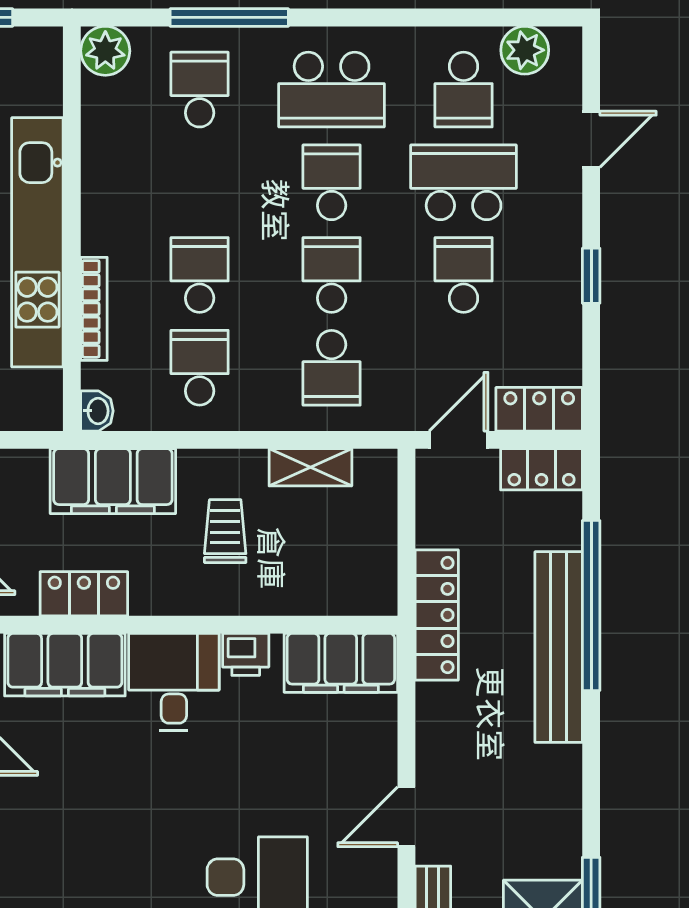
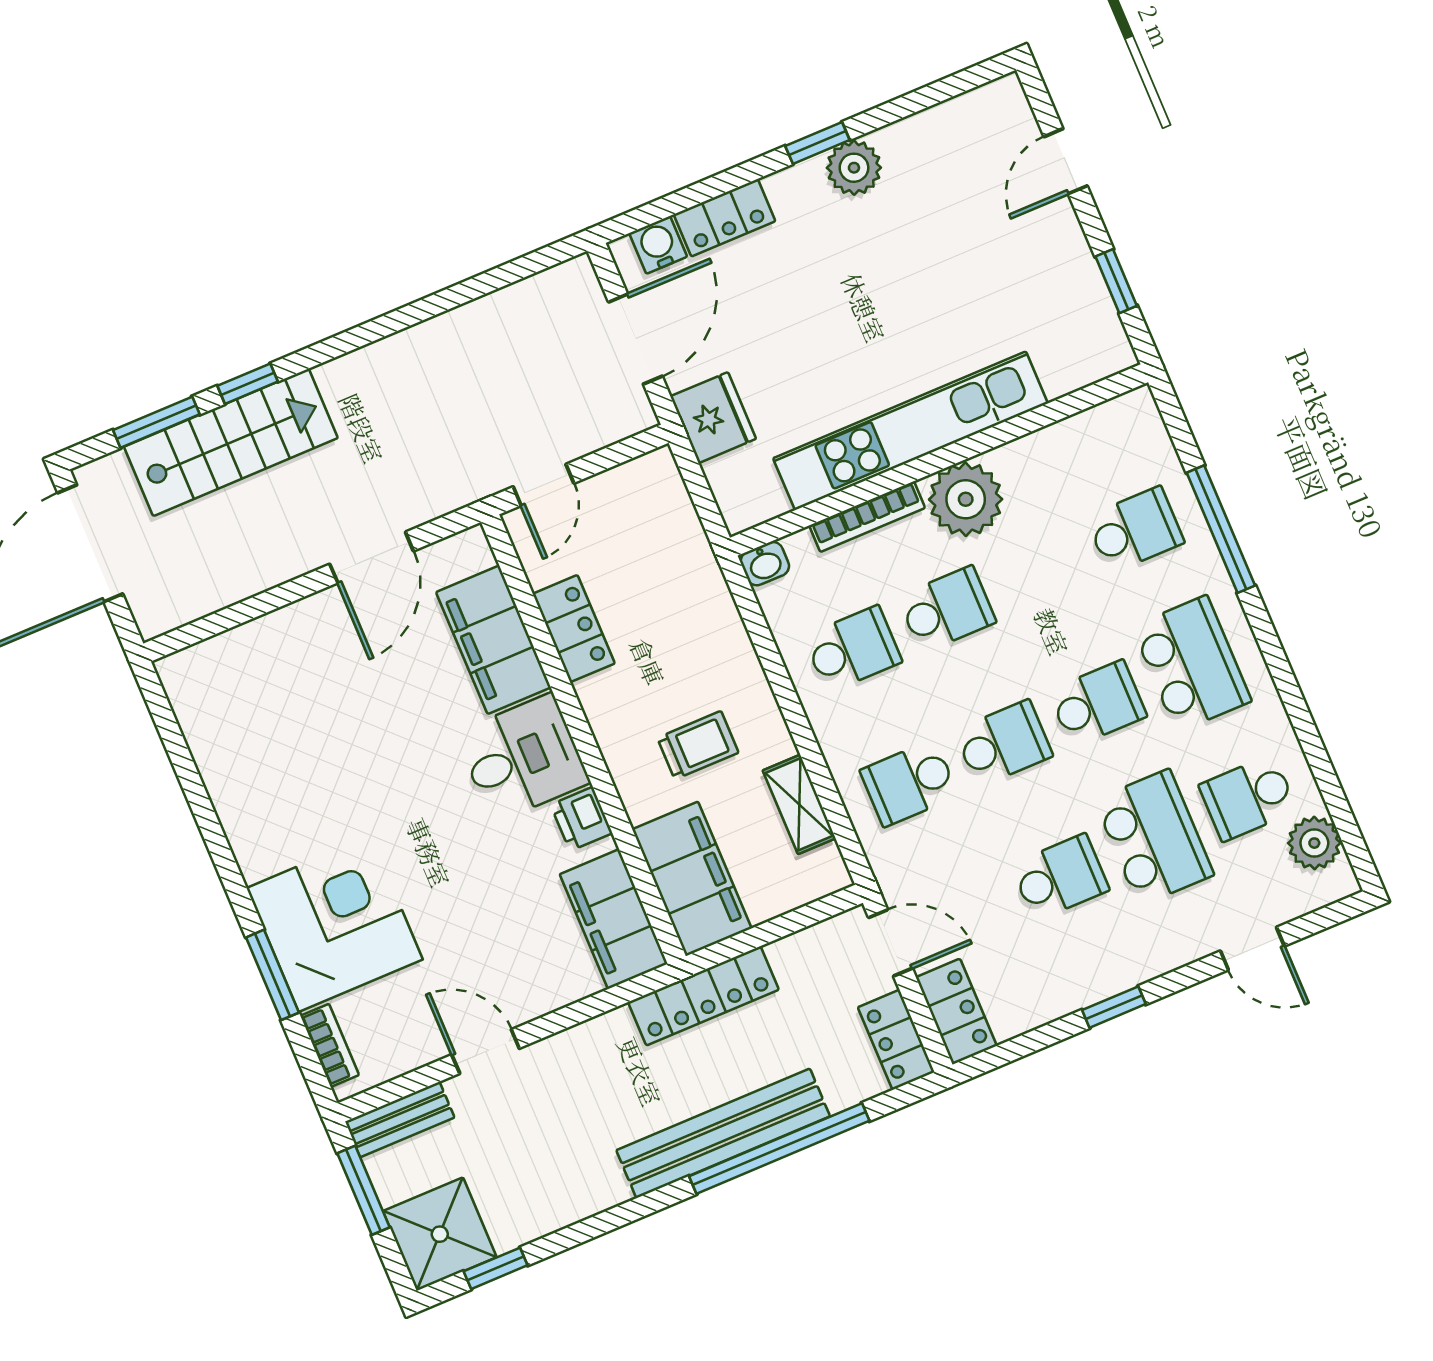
plant: (105, 51) -> (966, 499), moved, width x1.36, depth x1.36
school desk: (332, 90) -> (1192, 664), turned 180
filing cabinet: (113, 481) -> (692, 879), moved, turned 180

